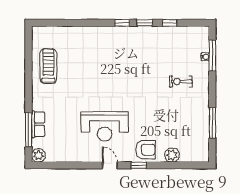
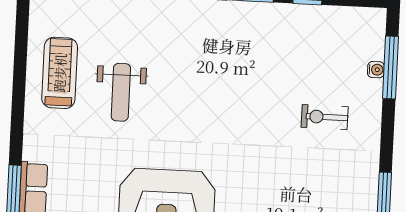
weight bench: (79, 74) -> (121, 92), added

